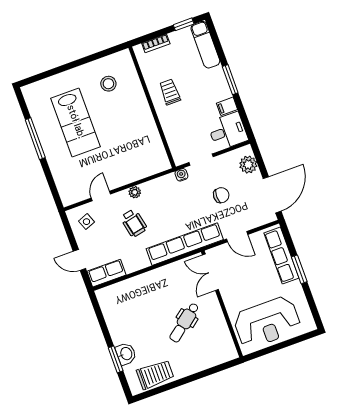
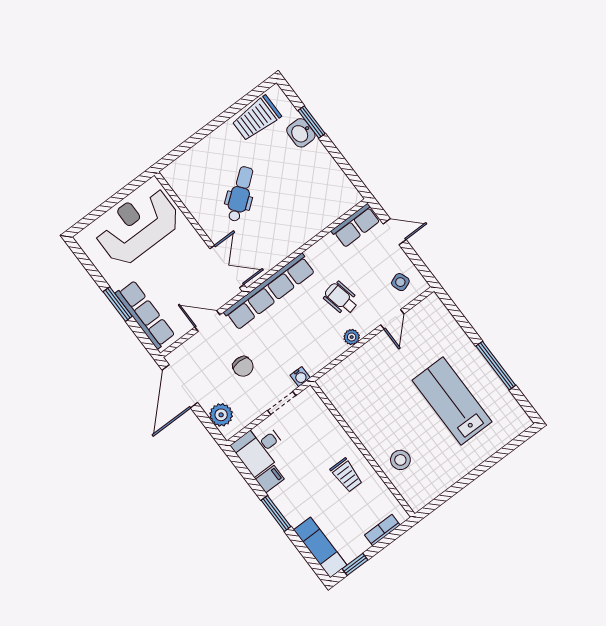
stool: (108, 84) -> (400, 460), moved
chair: (221, 195) -> (243, 366), turned -90

